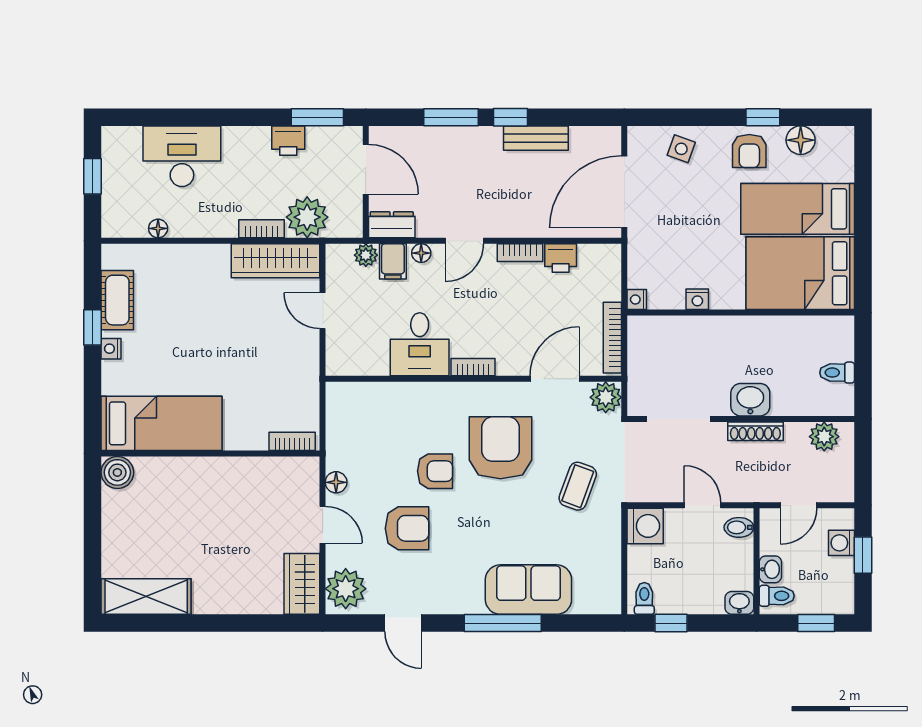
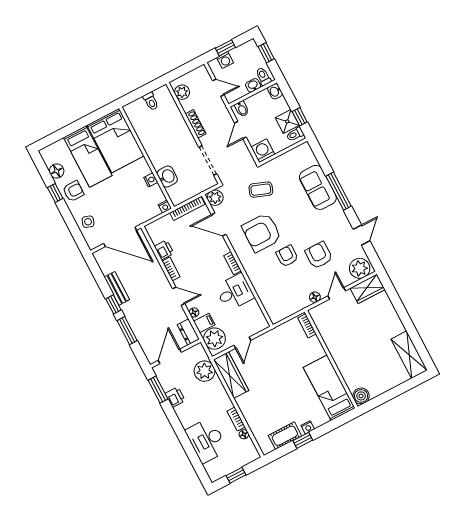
bookcase: (261, 229) -> (236, 419), moved
plant: (366, 255) -> (214, 339), width x1.88, depth x1.88
washbasin: (750, 400) -> (167, 177), moved, turned 180
shower: (674, 596) -> (287, 121), added

